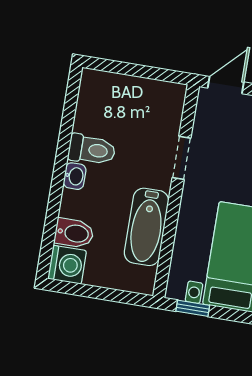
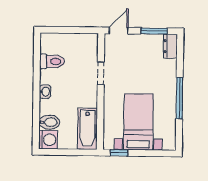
toilet: (92, 150) -> (52, 61), moved
bathtub: (147, 227) -> (87, 129), moved

